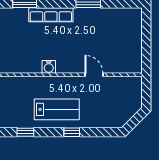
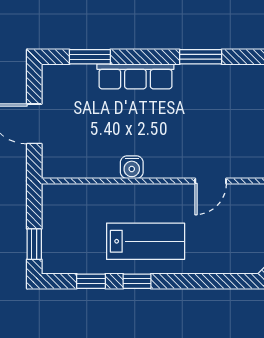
door: (94, 75) -> (211, 181), swing flipped
window: (72, 132) -> (137, 281), moved

